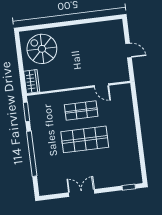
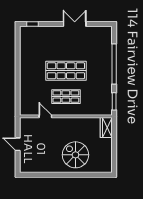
spiral stairs: (42, 49) -> (75, 155), moved, turned 180
double door: (82, 193) -> (75, 24), swing flipped

